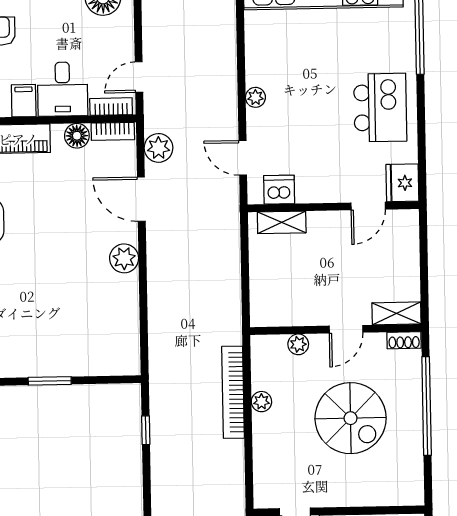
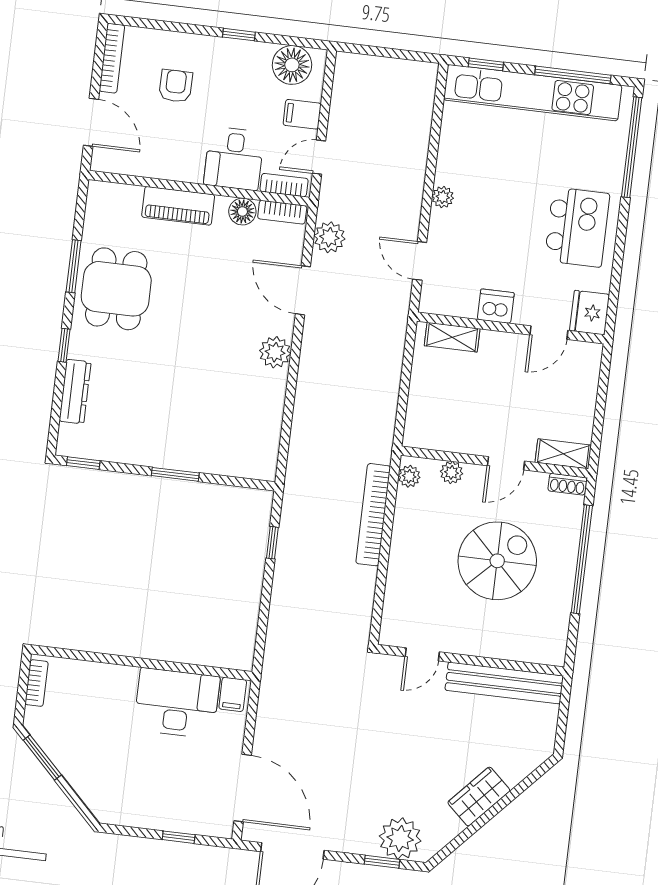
filing cabinet: (24, 101) -> (302, 114), moved, turned -90
dishwasher: (279, 190) -> (496, 306), moved
plant: (261, 402) -> (409, 476), moved
spiral stairs: (351, 418) -> (497, 561), turned -90

